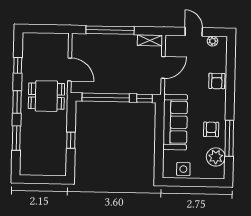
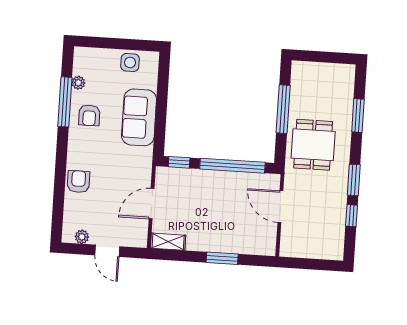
window: (110, 30) -> (222, 258), width x0.47
dining table: (46, 96) -> (313, 145), moved, turned 90
window: (17, 102) -> (354, 180), moved
sofa: (175, 122) -> (139, 117), width x0.73
window: (71, 140) -> (283, 109), width x2.17
plant: (216, 157) -> (78, 83), width x0.53, depth x0.53

